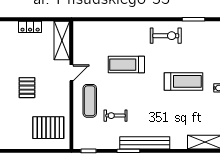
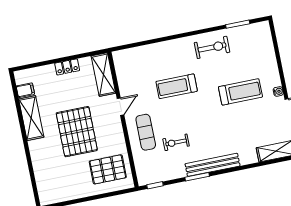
pallet: (27, 88) -> (77, 132), width x2.05, depth x2.00

